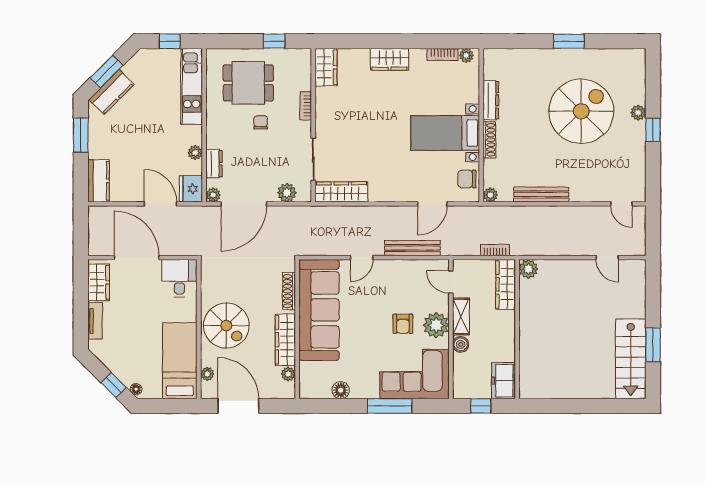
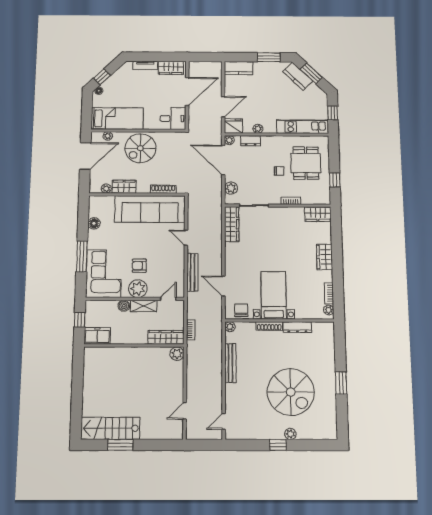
wardrobe: (285, 340) -> (124, 187), width x0.67

